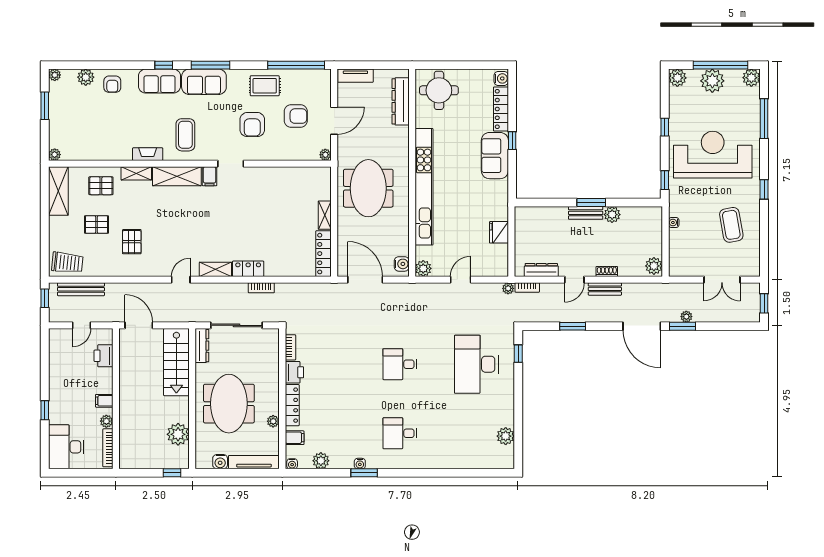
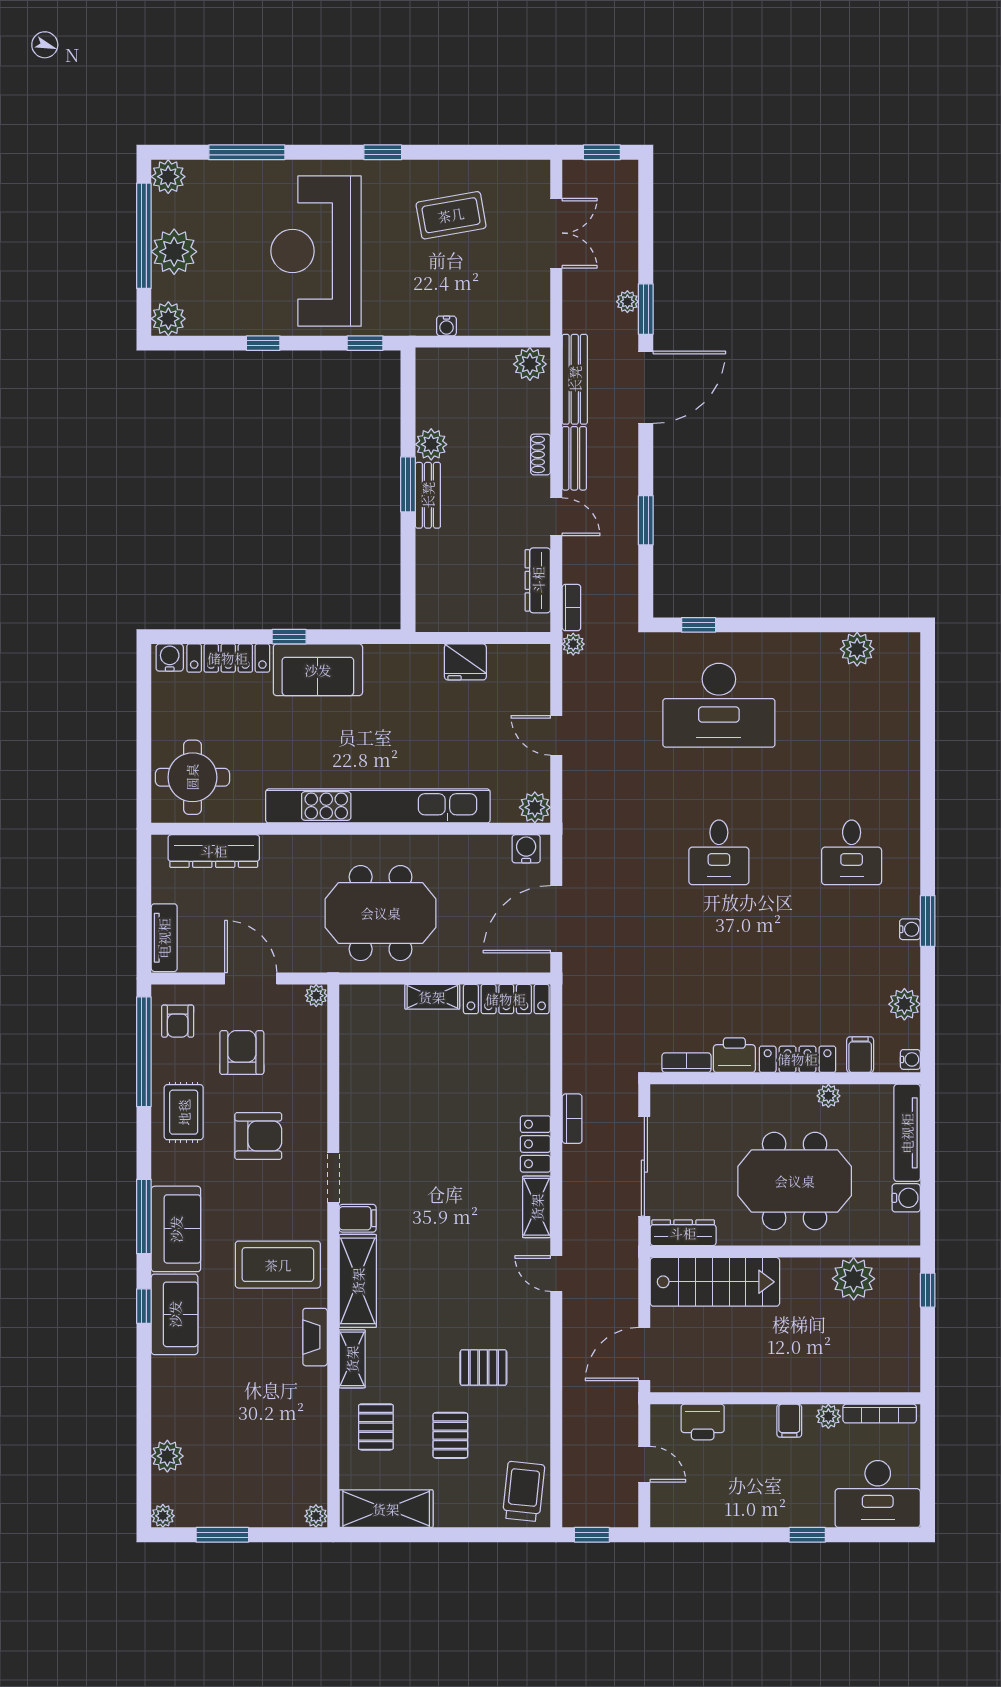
armchair: (112, 84) -> (178, 1021), moved, turned 90
coffee table: (185, 135) -> (278, 1265), width x1.36, depth x1.32
bench: (81, 289) -> (575, 379), moved

